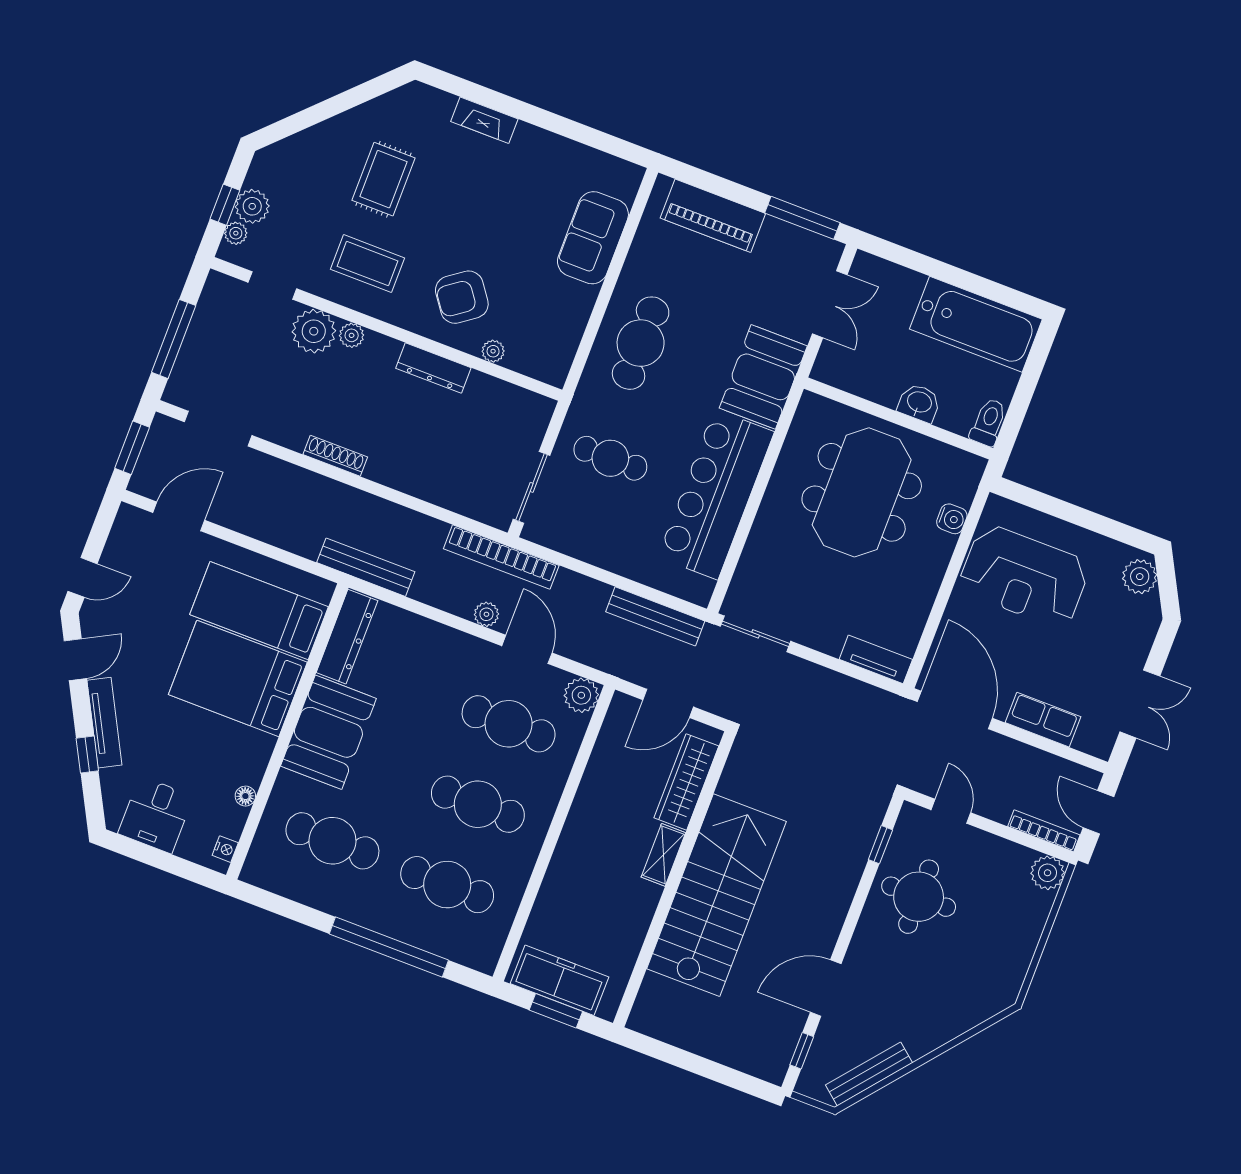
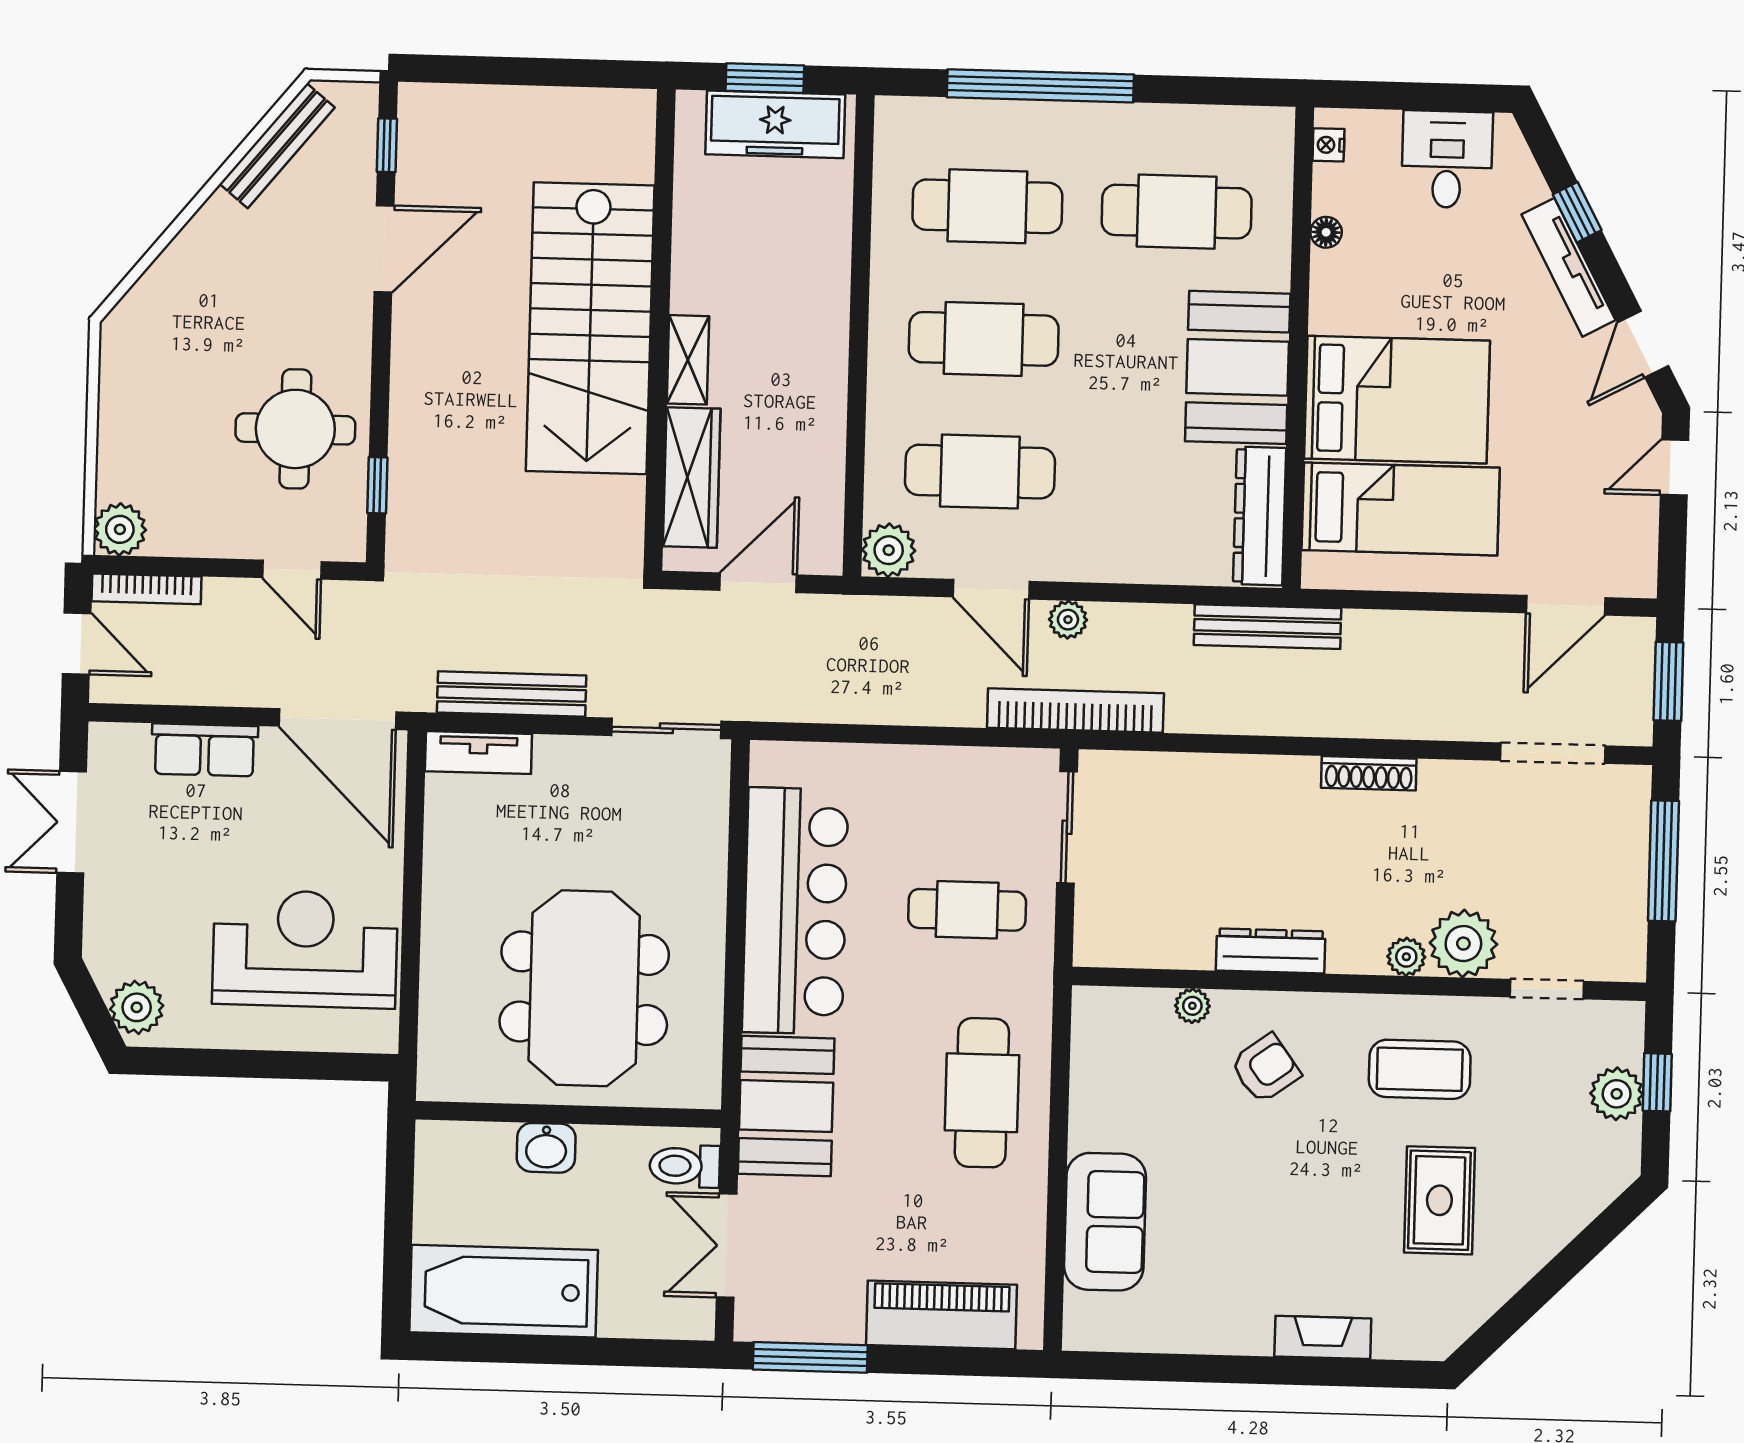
plant: (236, 233) -> (1627, 1046), removed
armchair: (462, 297) -> (1265, 1069), width x0.72, depth x0.72
toilet: (988, 422) -> (685, 1166), moved, turned 90
water cooler: (952, 519) -> (439, 996), removed
bench: (655, 616) -> (512, 694), moved

